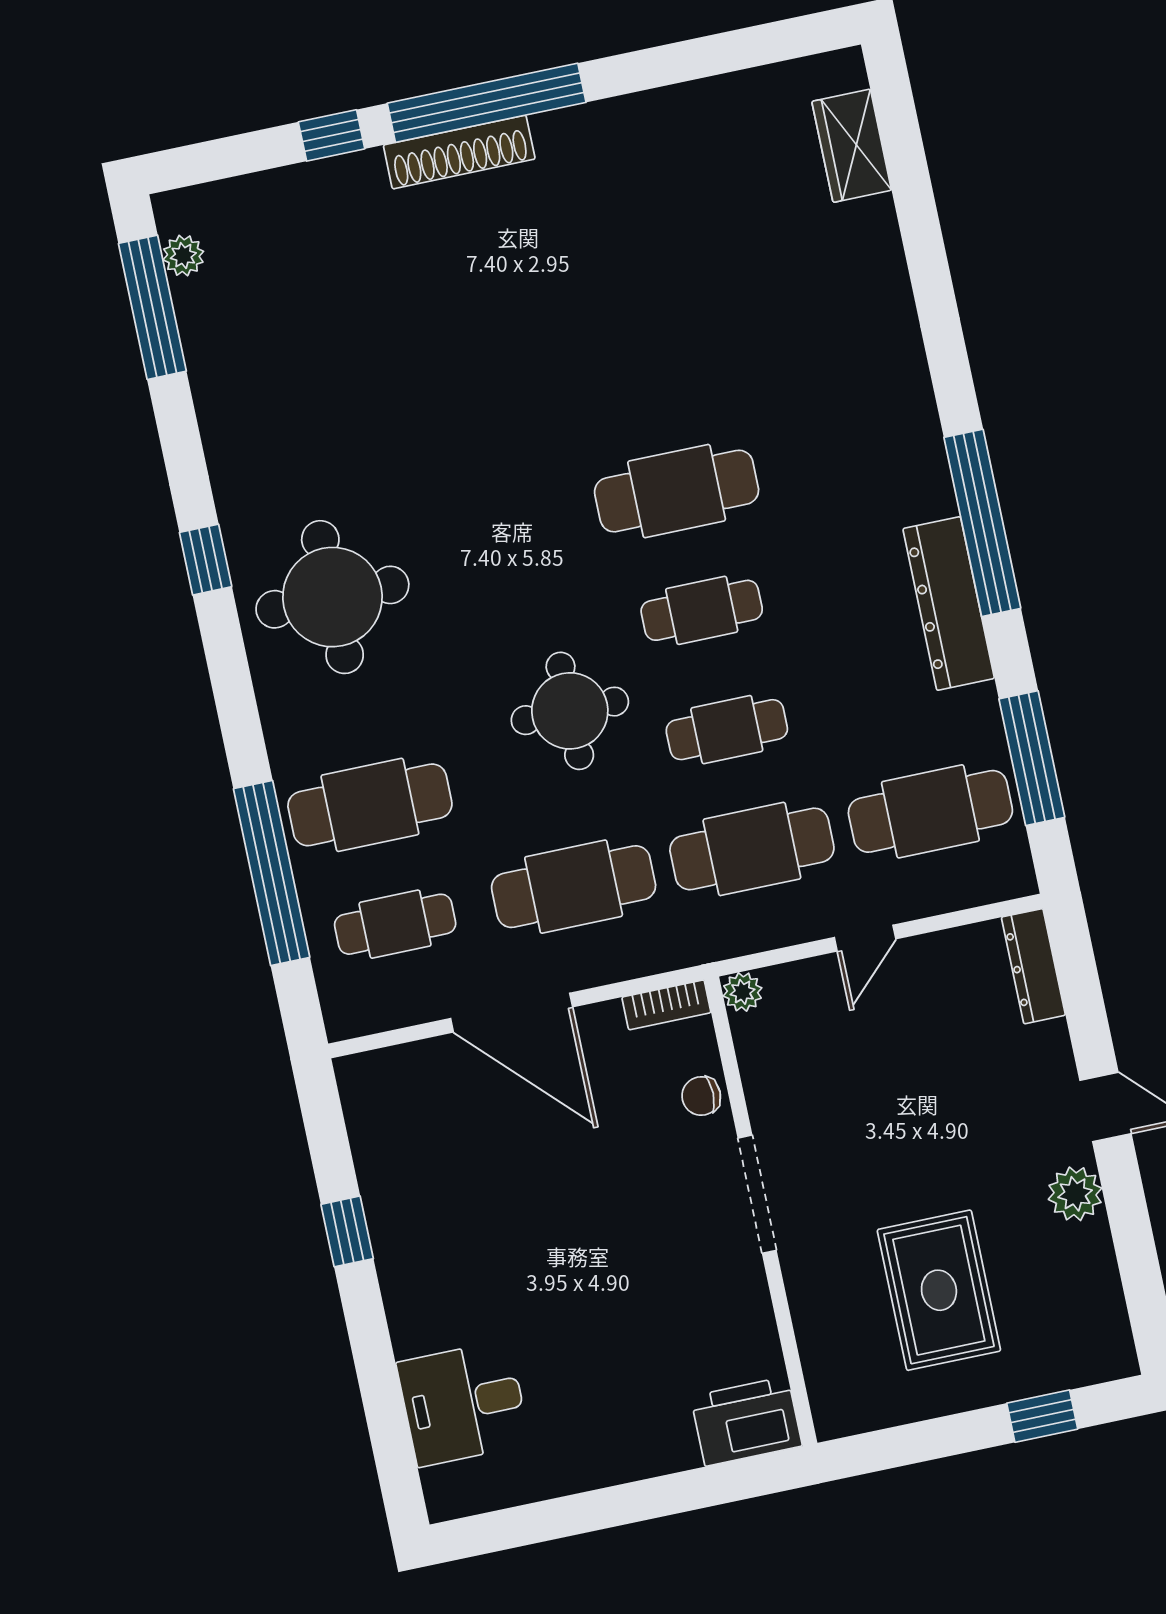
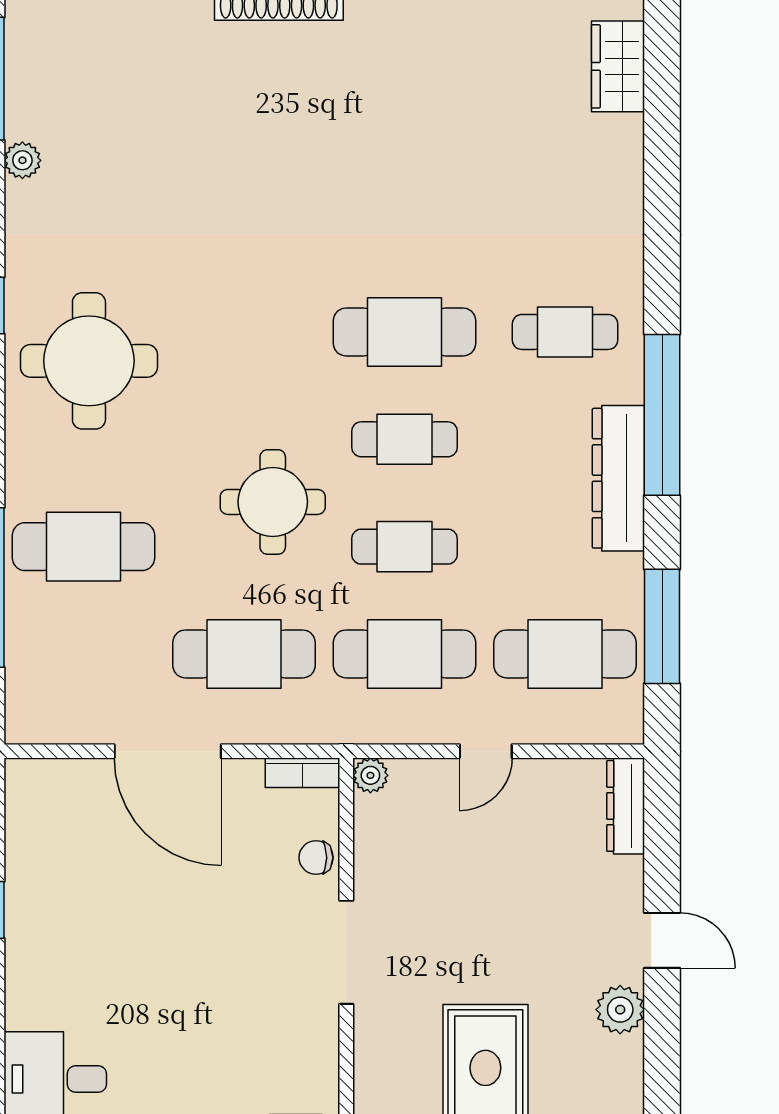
plant: (183, 256) -> (22, 160), moved
cafe table: (395, 924) -> (565, 332), moved

